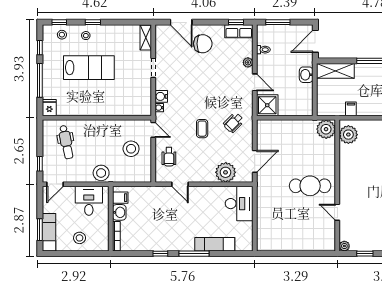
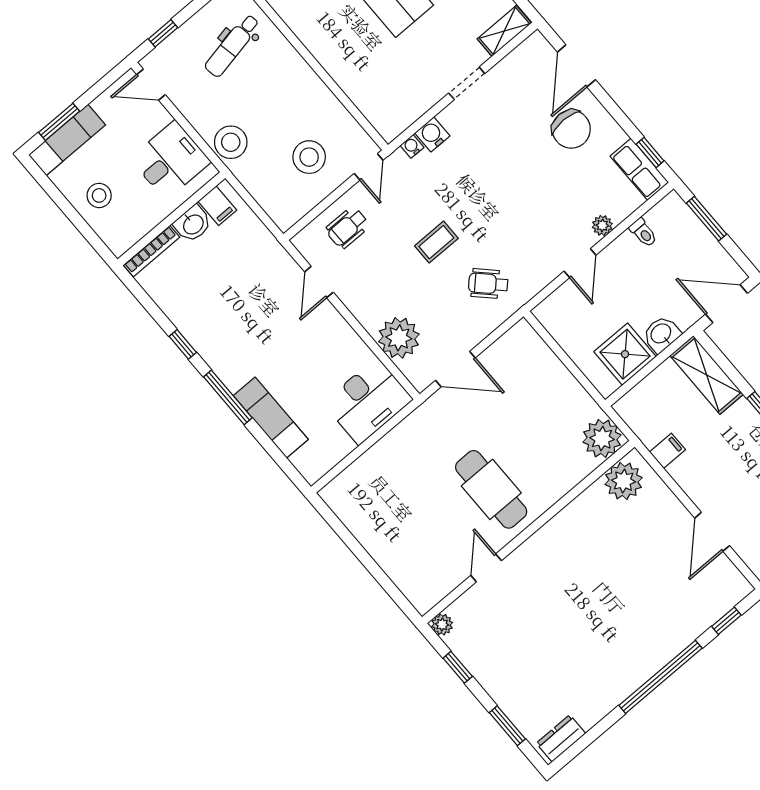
shower: (267, 105) -> (625, 354), moved

